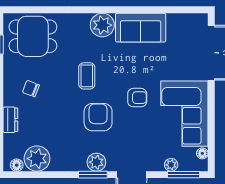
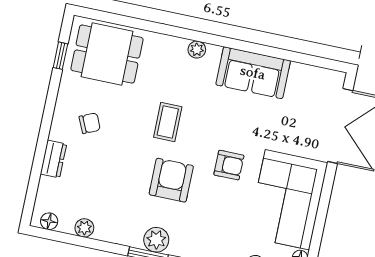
plant: (102, 25) -> (197, 50), width x0.53, depth x0.53
chair: (31, 89) -> (90, 123), turned 135
plant: (37, 159) -> (84, 228), width x0.53, depth x0.53

